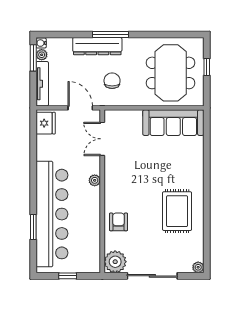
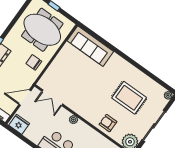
chair: (112, 81) -> (34, 62), moved
sofa: (173, 123) -> (90, 46), moved, turned 90
rug: (177, 211) -> (129, 98), moved

